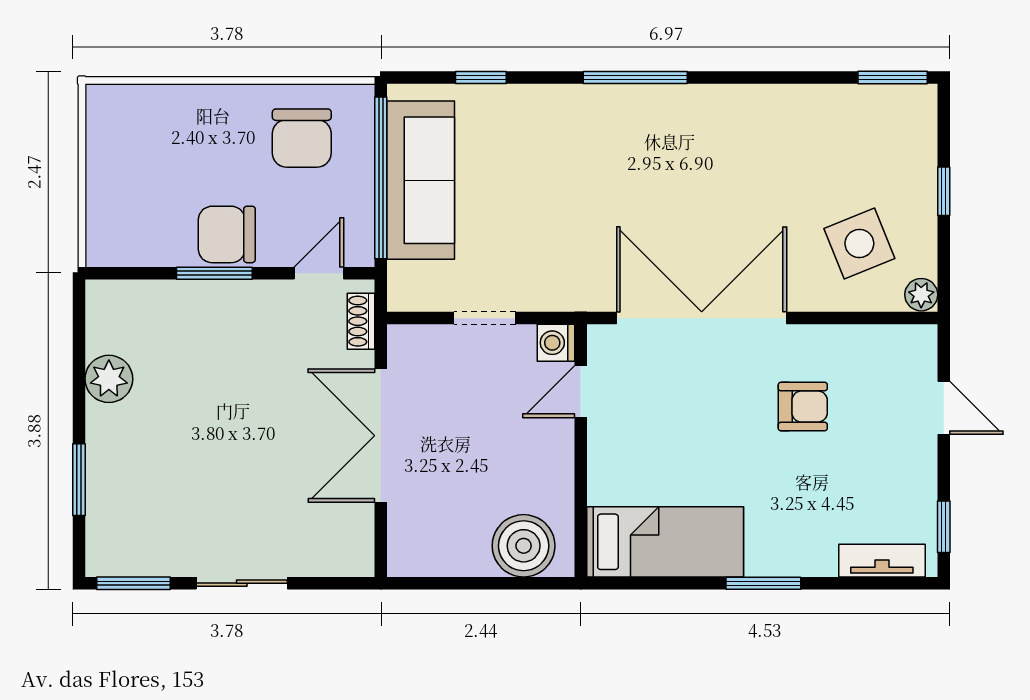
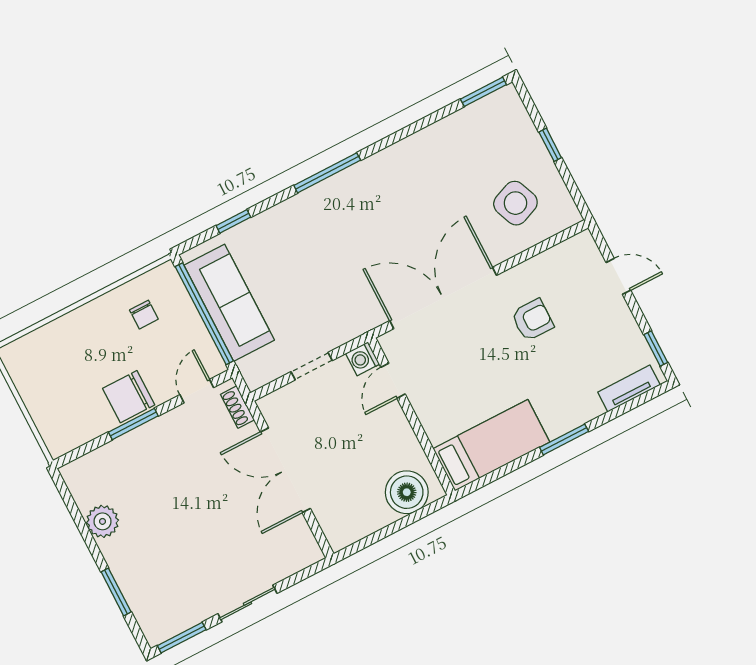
chair: (302, 138) -> (144, 315), width x0.54, depth x0.54
plant: (921, 295) -> (569, 215), removed

